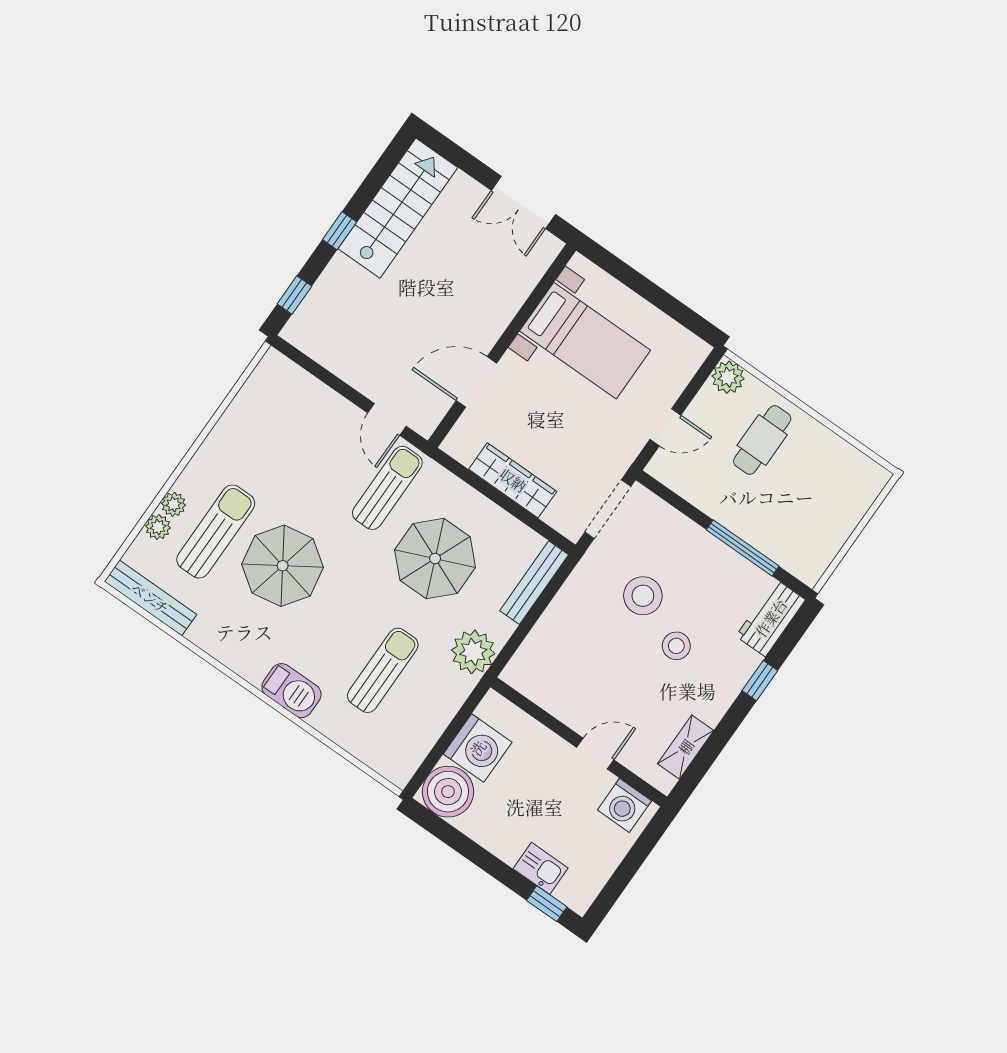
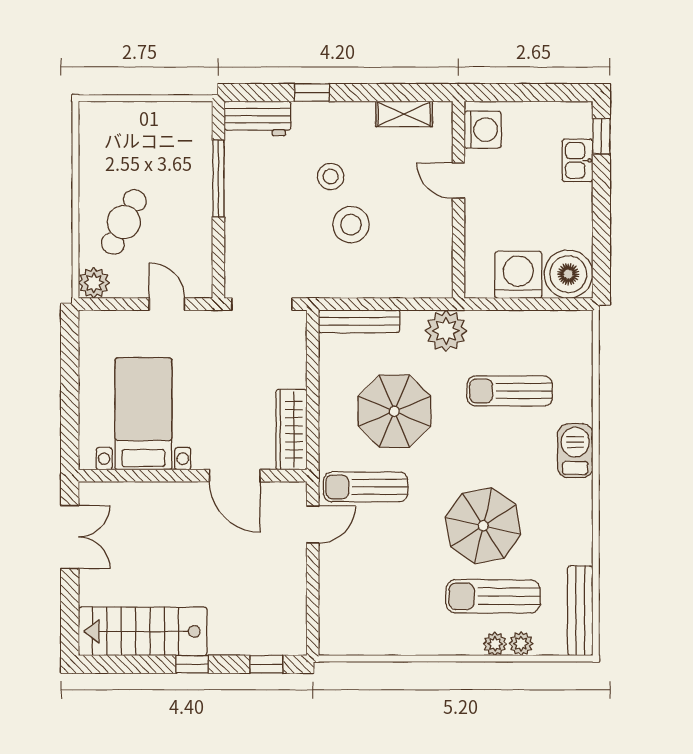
cafe table: (762, 440) -> (124, 222), turned -63
wardrobe: (513, 480) -> (291, 430), moved
stool: (643, 596) -> (351, 225), moved

